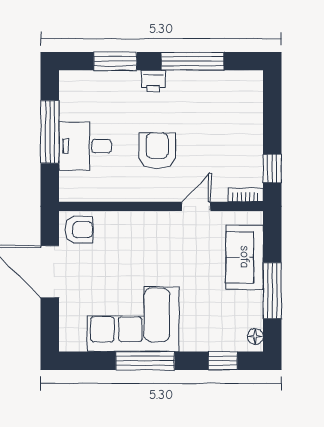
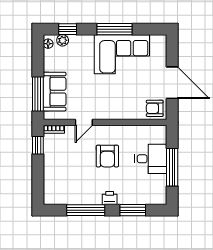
window: (272, 291) -> (38, 94), moved
plant: (231, 342) -> (63, 40), added

